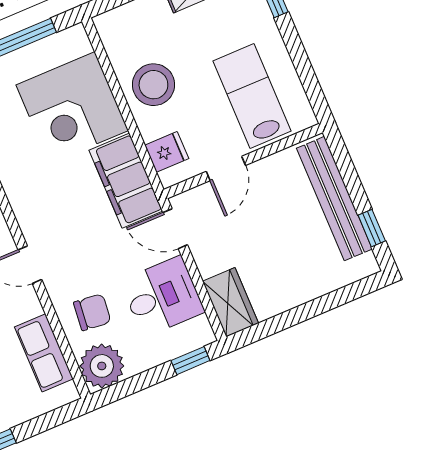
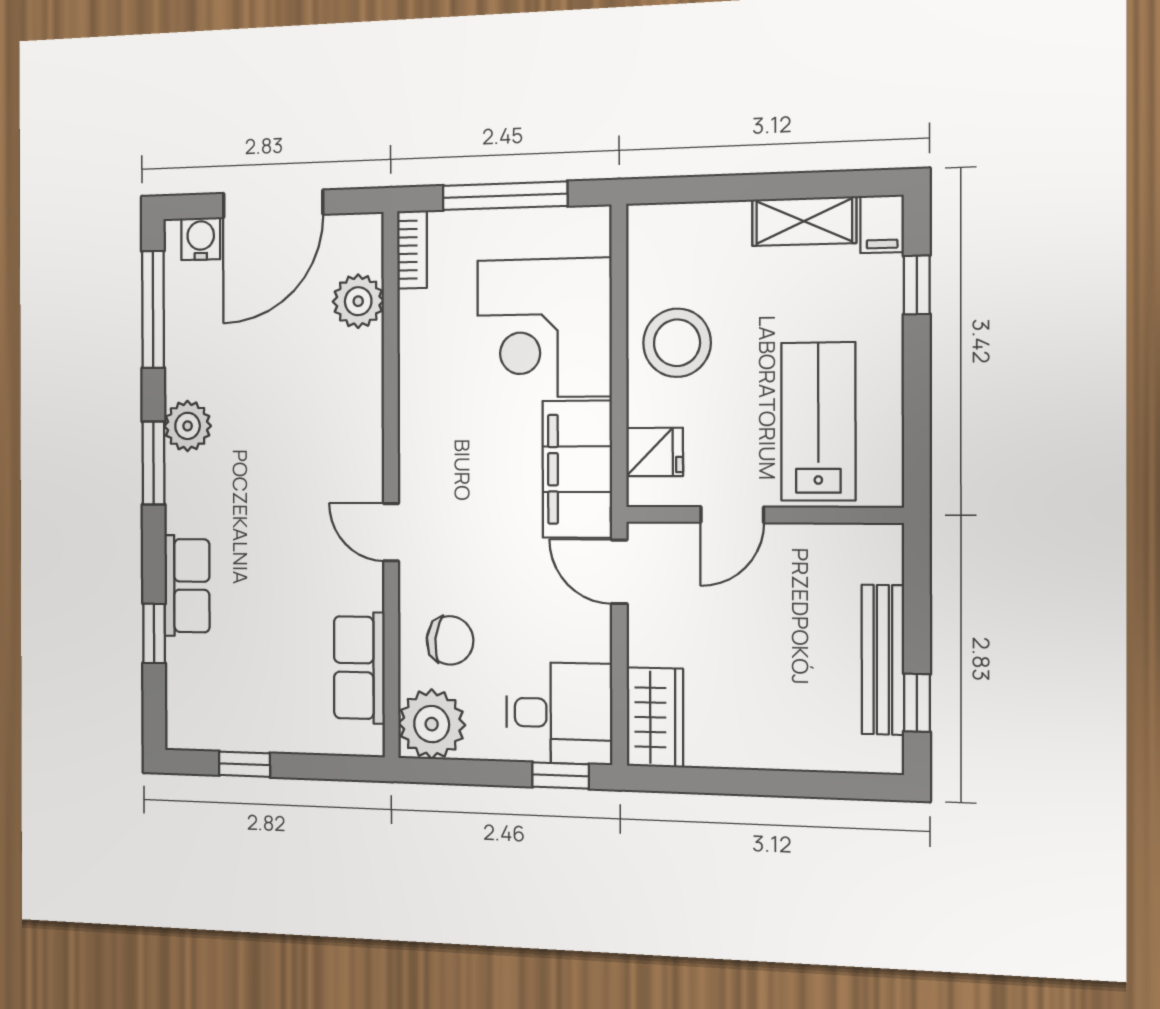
bench: (334, 199) -> (883, 660), width x0.73, depth x0.82
desk: (162, 296) -> (559, 713), moved

